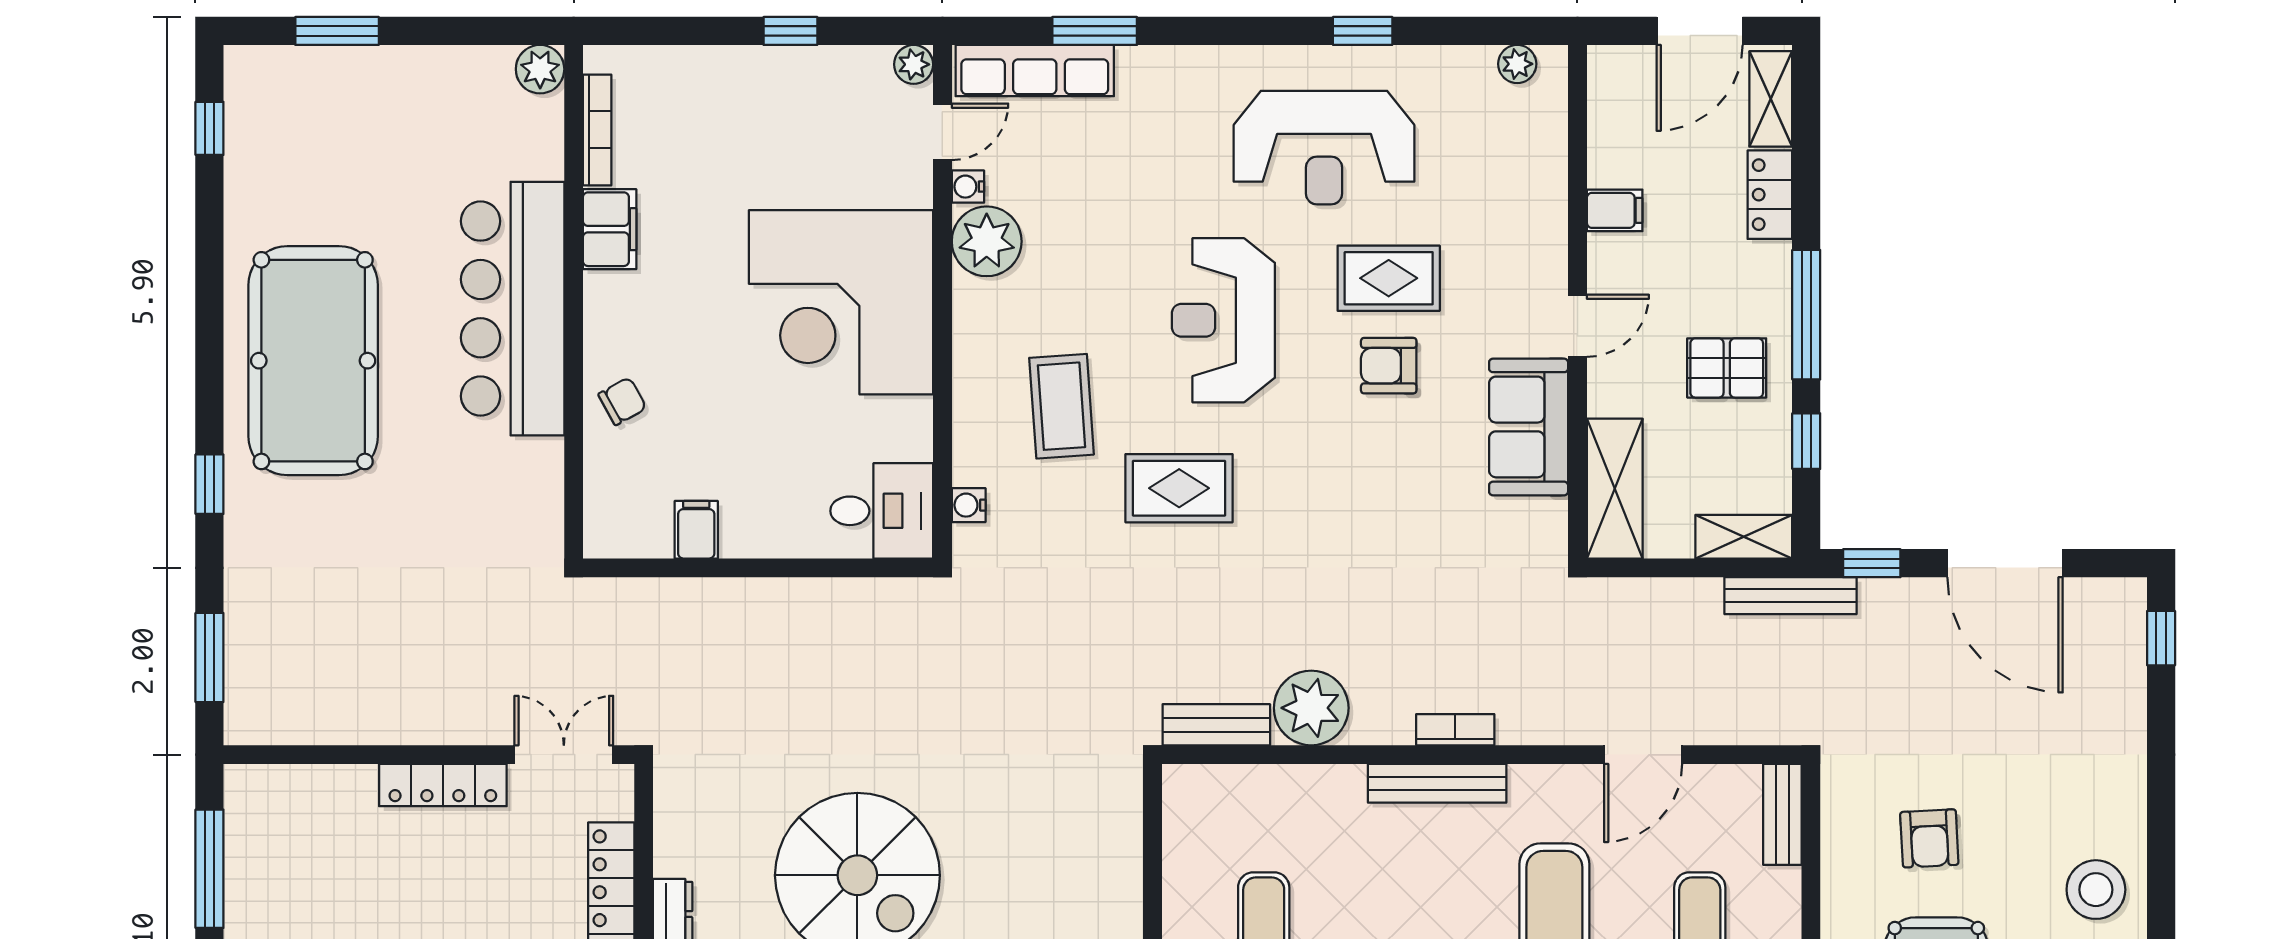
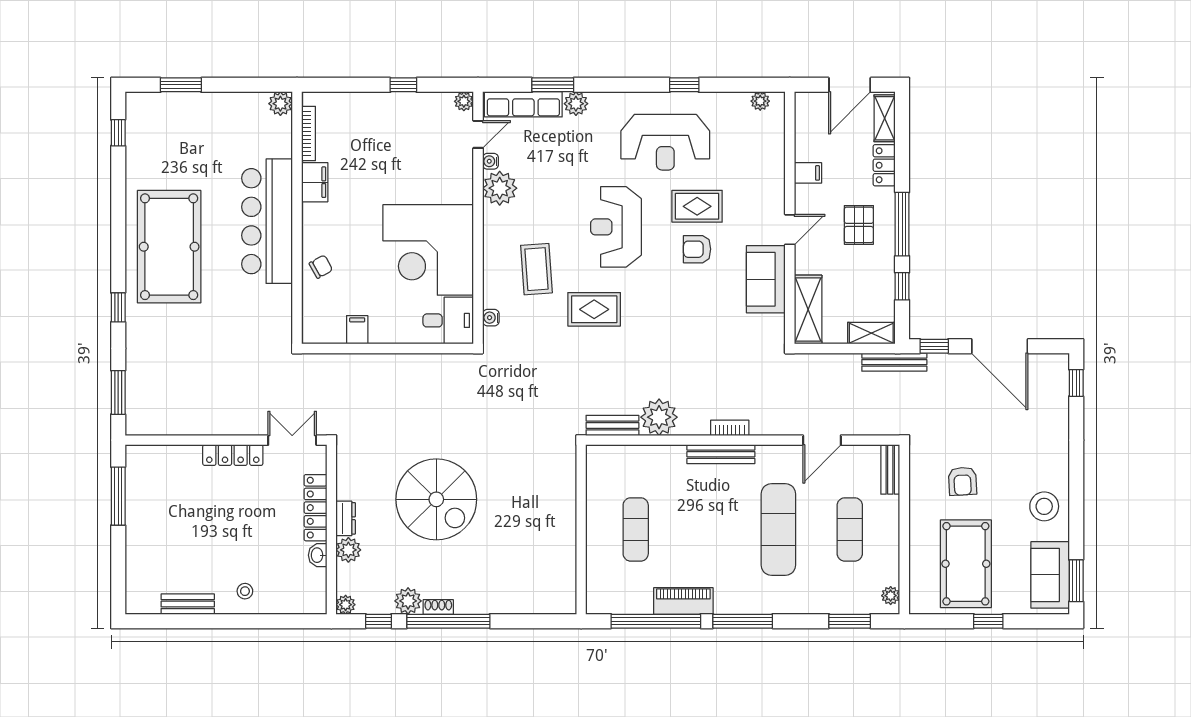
plant: (1142, 69) -> (576, 104), added
corner desk: (841, 302) -> (428, 250), moved
pallet: (1727, 368) -> (859, 225), moved, turned 90

